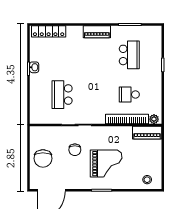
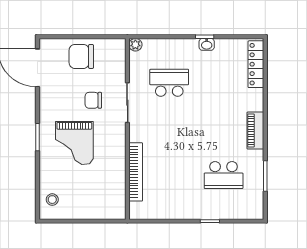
school desk: (129, 95) -> (169, 175), removed
plant: (154, 119) -> (135, 45), moved
piano: (147, 133) -> (117, 200), removed

